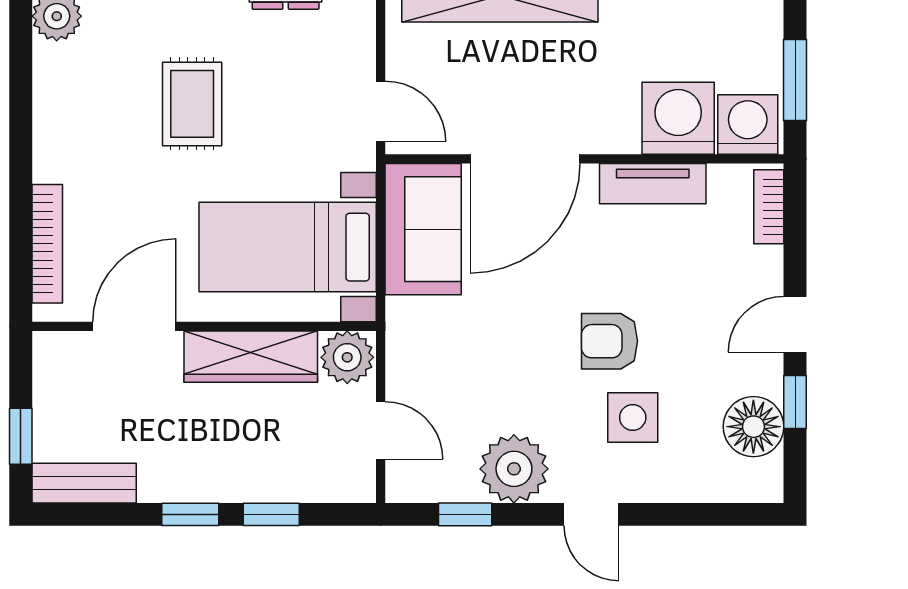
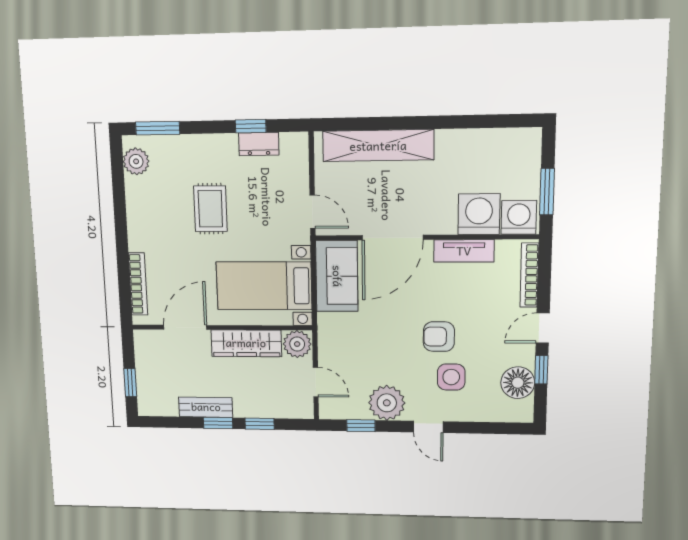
bookcase: (769, 207) -> (529, 275), width x1.56
bench: (84, 483) -> (206, 407), moved

